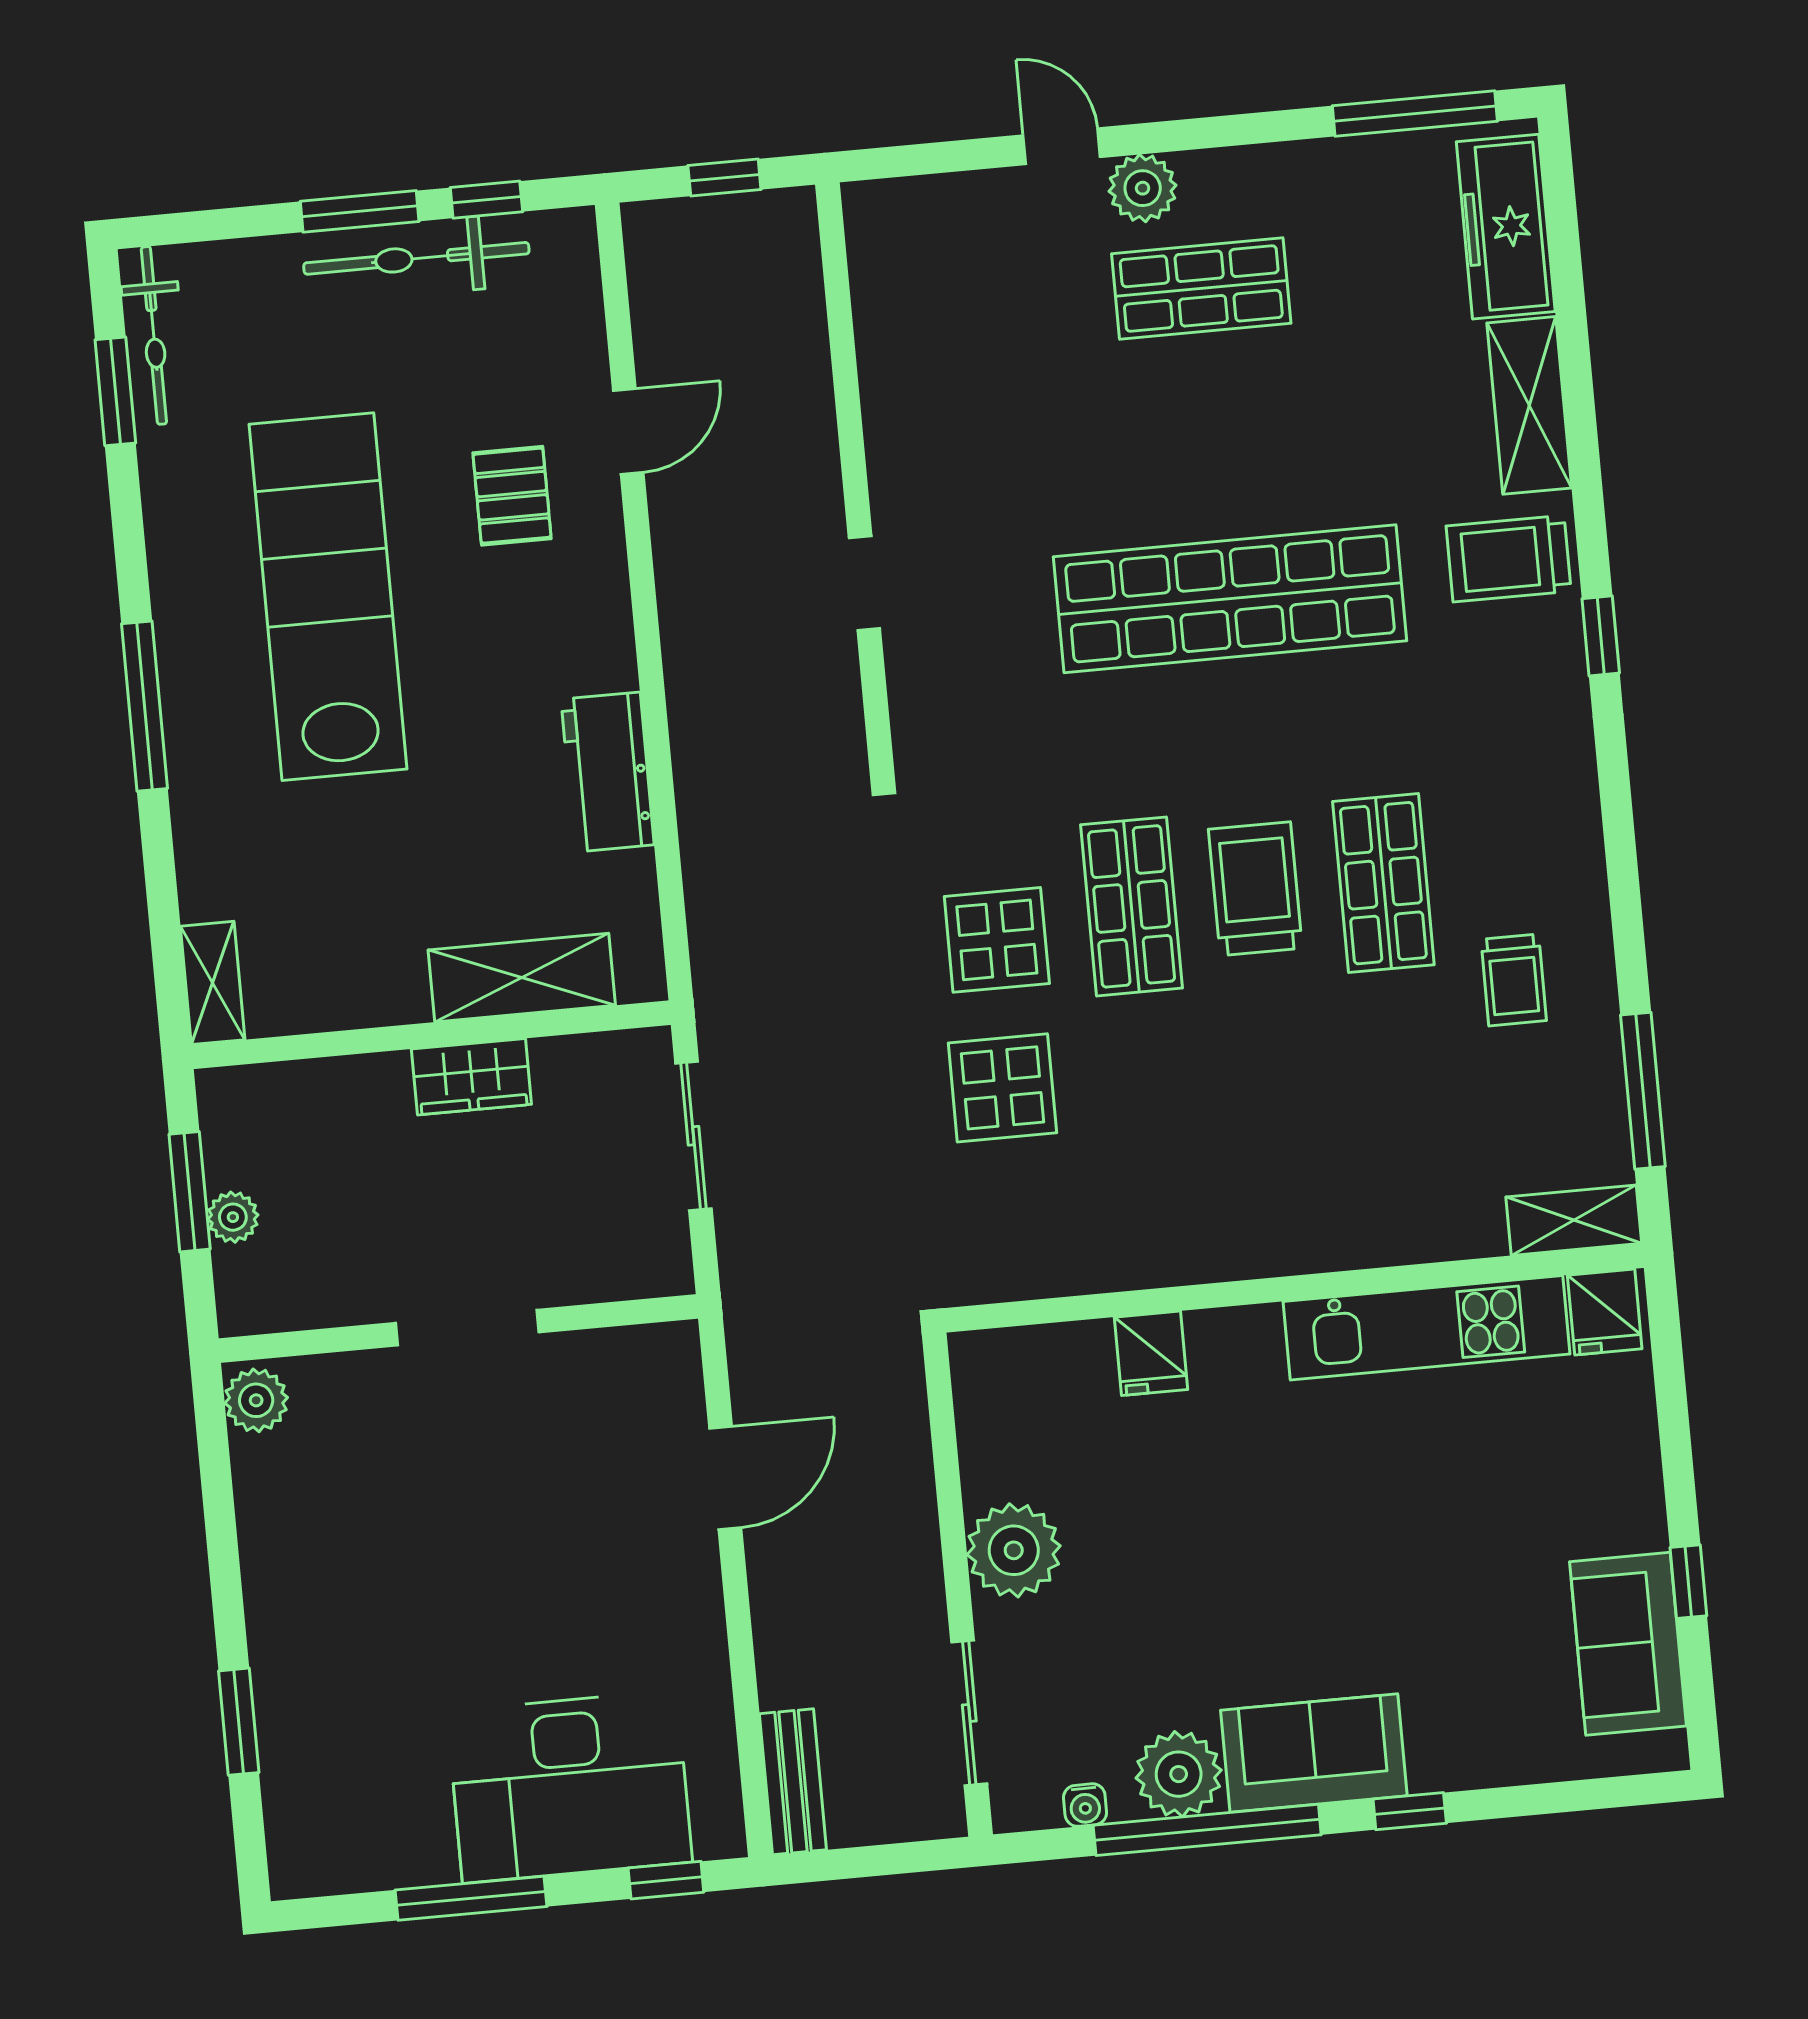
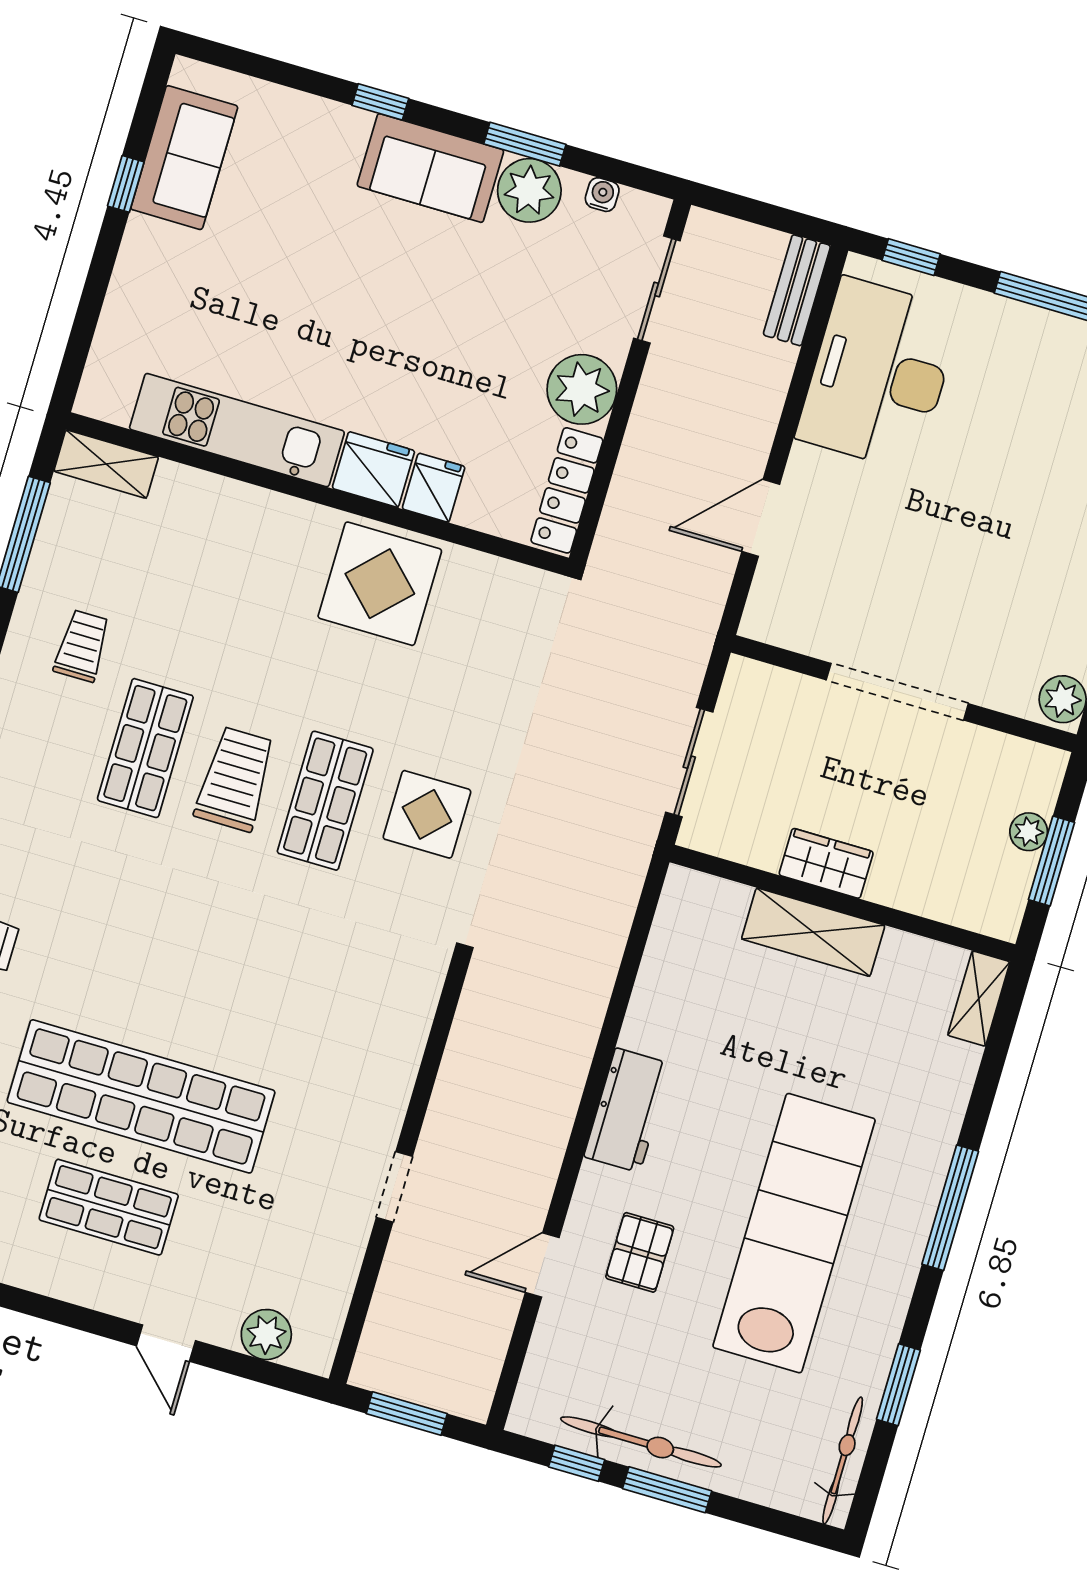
window: (724, 178) -> (407, 1414), width x1.50
plant: (1143, 188) -> (266, 1335), moved
window: (115, 391) -> (898, 1385), moved
doorway: (864, 583) -> (394, 1187), moved
lab bench: (328, 597) -> (794, 1233), turned 180
shop shelf: (1230, 599) -> (141, 1096), moved
workbench: (608, 772) -> (628, 1110), moved
trolley: (1255, 889) -> (235, 779), turned 180
shelving: (522, 978) -> (813, 932), moved
display table: (1002, 1088) -> (380, 584), moved, width x1.36, depth x1.36
fridge: (1605, 1312) -> (373, 470), moved, width x1.38
doorway: (467, 1328) -> (897, 692), width x1.36
locker: (982, 1416) -> (567, 490), added
desk: (570, 1787) -> (879, 374), moved, turned -90
window: (1207, 1830) -> (525, 144), width x0.47

